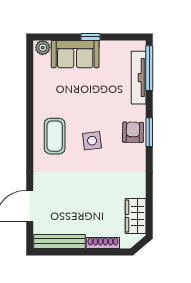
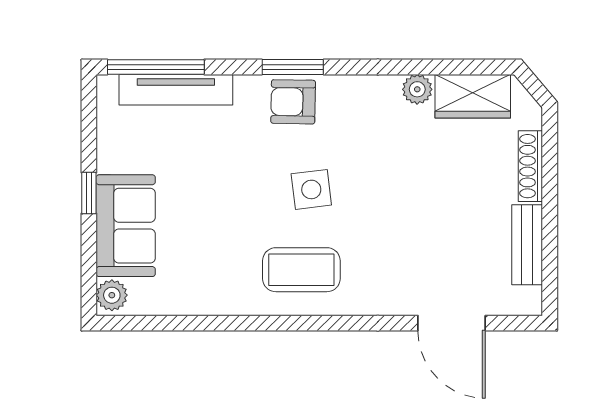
plant: (139, 190) -> (417, 89), added
bench: (59, 241) -> (527, 245), width x0.73

